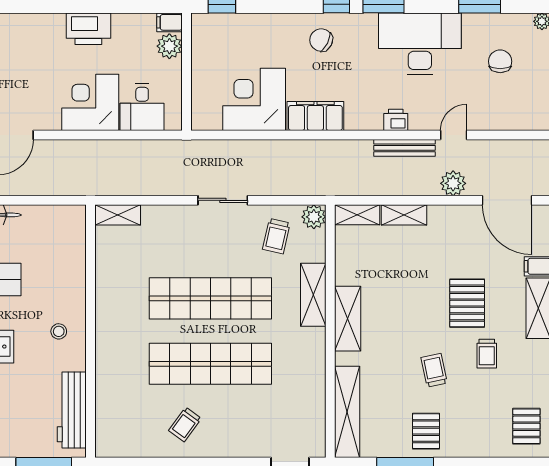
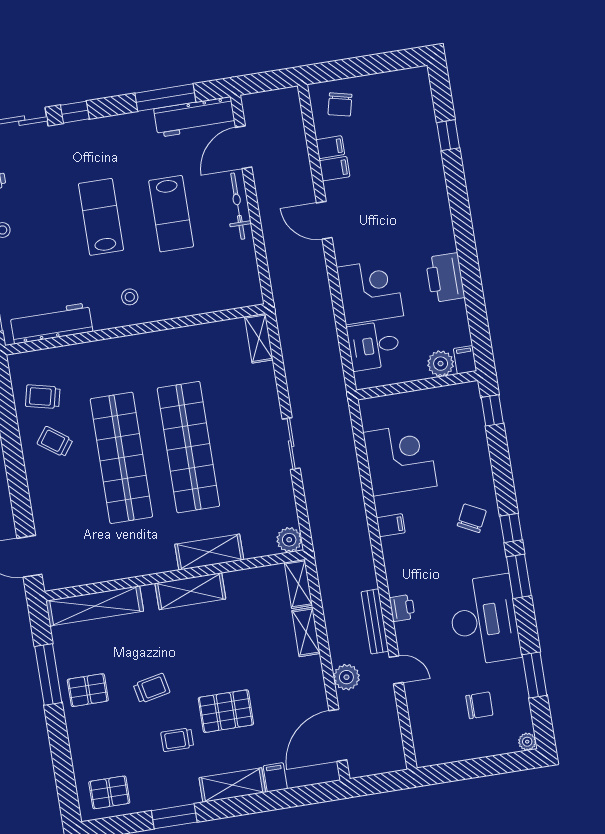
filing cabinet: (315, 116) -> (391, 525), width x0.33, depth x0.86
trolley: (276, 236) -> (43, 397), moved

